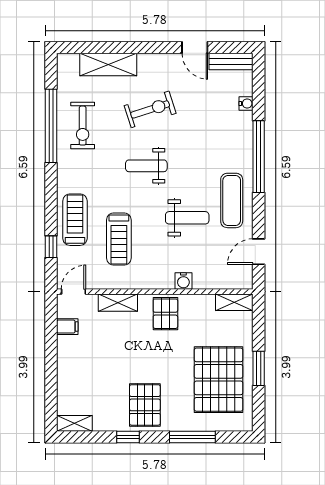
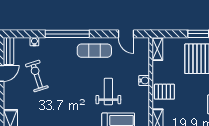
exercise bike: (150, 109) -> (37, 76), moved
weight bench: (146, 166) -> (73, 103), removed
weight bench: (187, 218) -> (108, 92), moved

